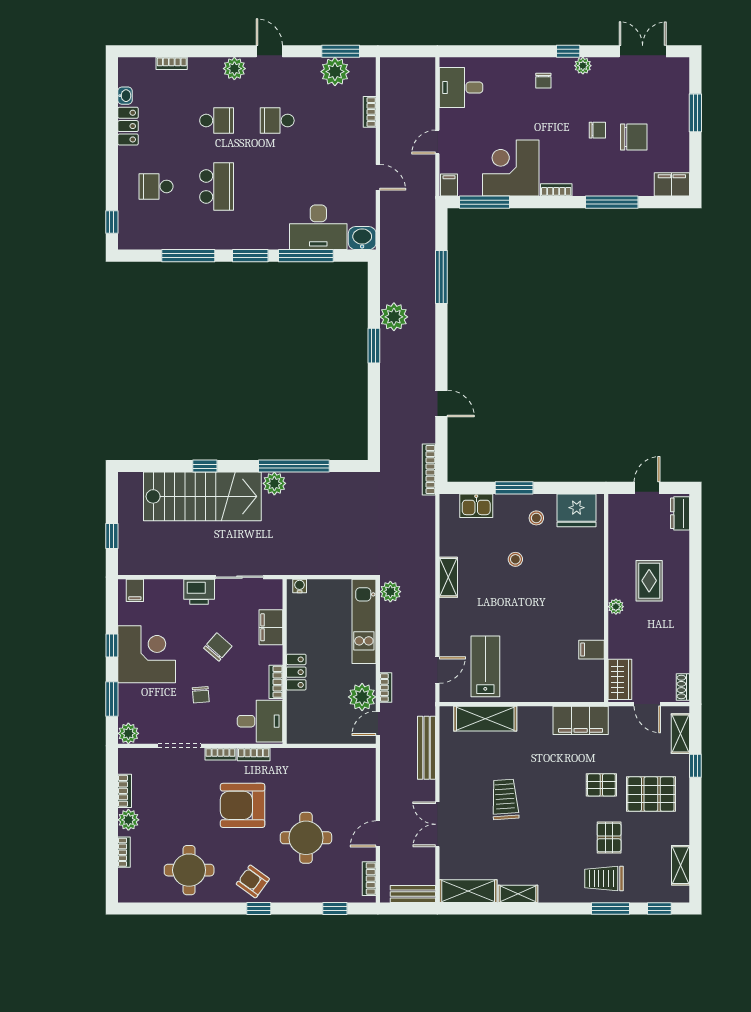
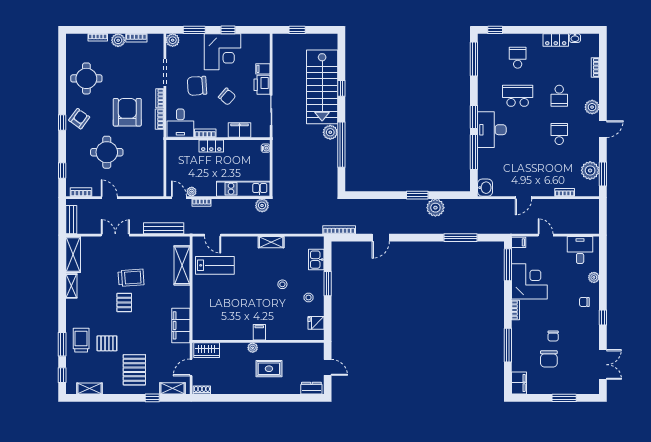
plant: (583, 66) -> (594, 277), moved
school desk: (217, 186) -> (518, 96), turned 180
desk: (318, 227) -> (492, 130), moved
window: (188, 256) -> (474, 59), moved
fridge: (577, 510) -> (316, 323), width x0.53, depth x0.75
filing cabinet: (135, 590) -> (263, 69), moved
filing cabinet: (591, 650) -> (259, 332), moved
chair: (201, 695) -> (197, 86), width x1.87, depth x1.87
plant: (362, 697) -> (192, 192), width x0.53, depth x0.53
pallet: (601, 785) -> (124, 302), moved

